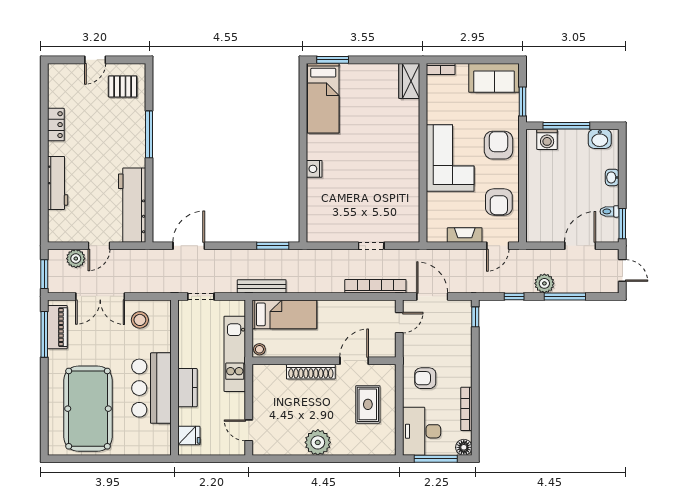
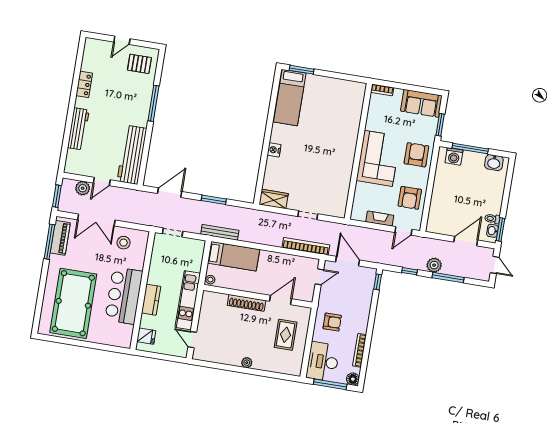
wardrobe: (409, 81) -> (274, 199), moved, turned 90
washbasin: (612, 177) -> (492, 231), moved
window: (273, 246) -> (214, 200), moved
kitchen unit: (235, 354) -> (188, 300), moved
armchair: (425, 378) -> (332, 322), turned 180
plant: (318, 442) -> (247, 363), width x0.53, depth x0.53

